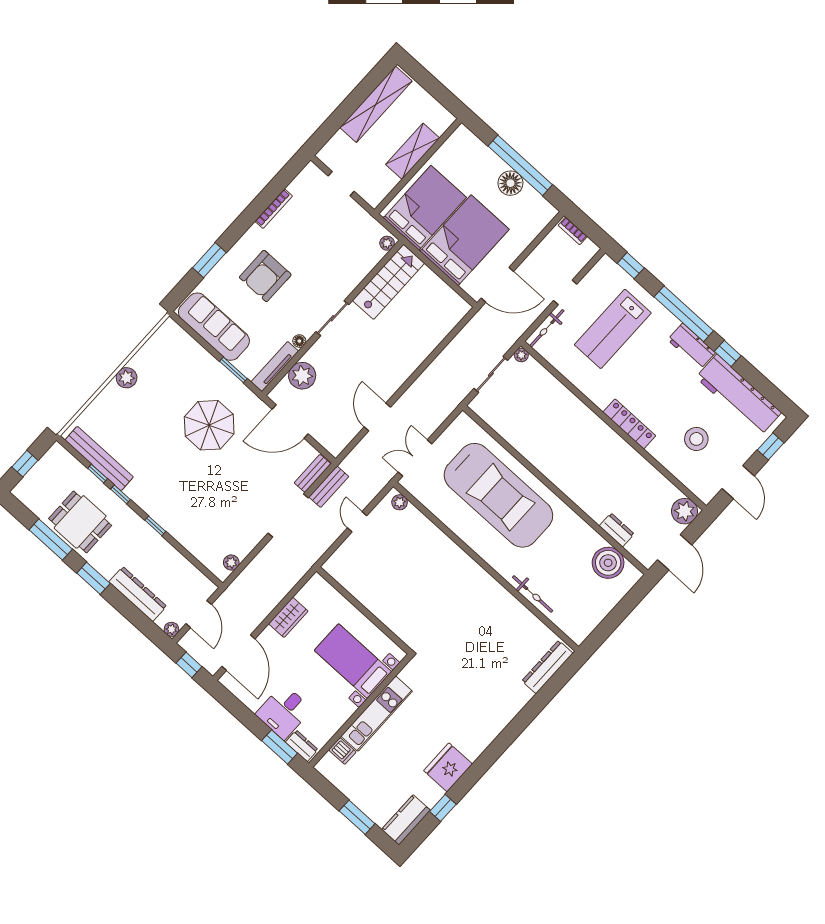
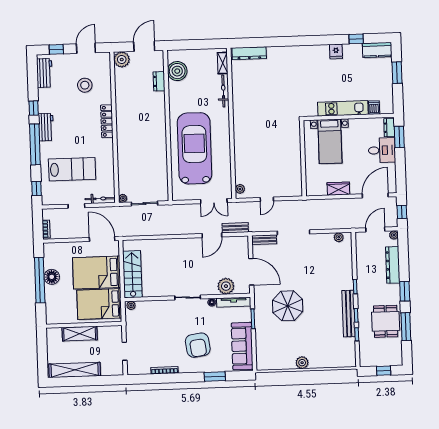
armchair: (265, 276) -> (198, 345), turned 82
stairs: (389, 282) -> (132, 274), moved, turned 90
workbench: (739, 395) -> (44, 73), width x0.53, depth x0.76
bench: (99, 458) -> (349, 314), moved
bench: (329, 487) -> (235, 228), moved
shelving: (566, 625) -> (223, 63), added
fridge: (448, 767) -> (336, 51), width x0.53, depth x0.75

